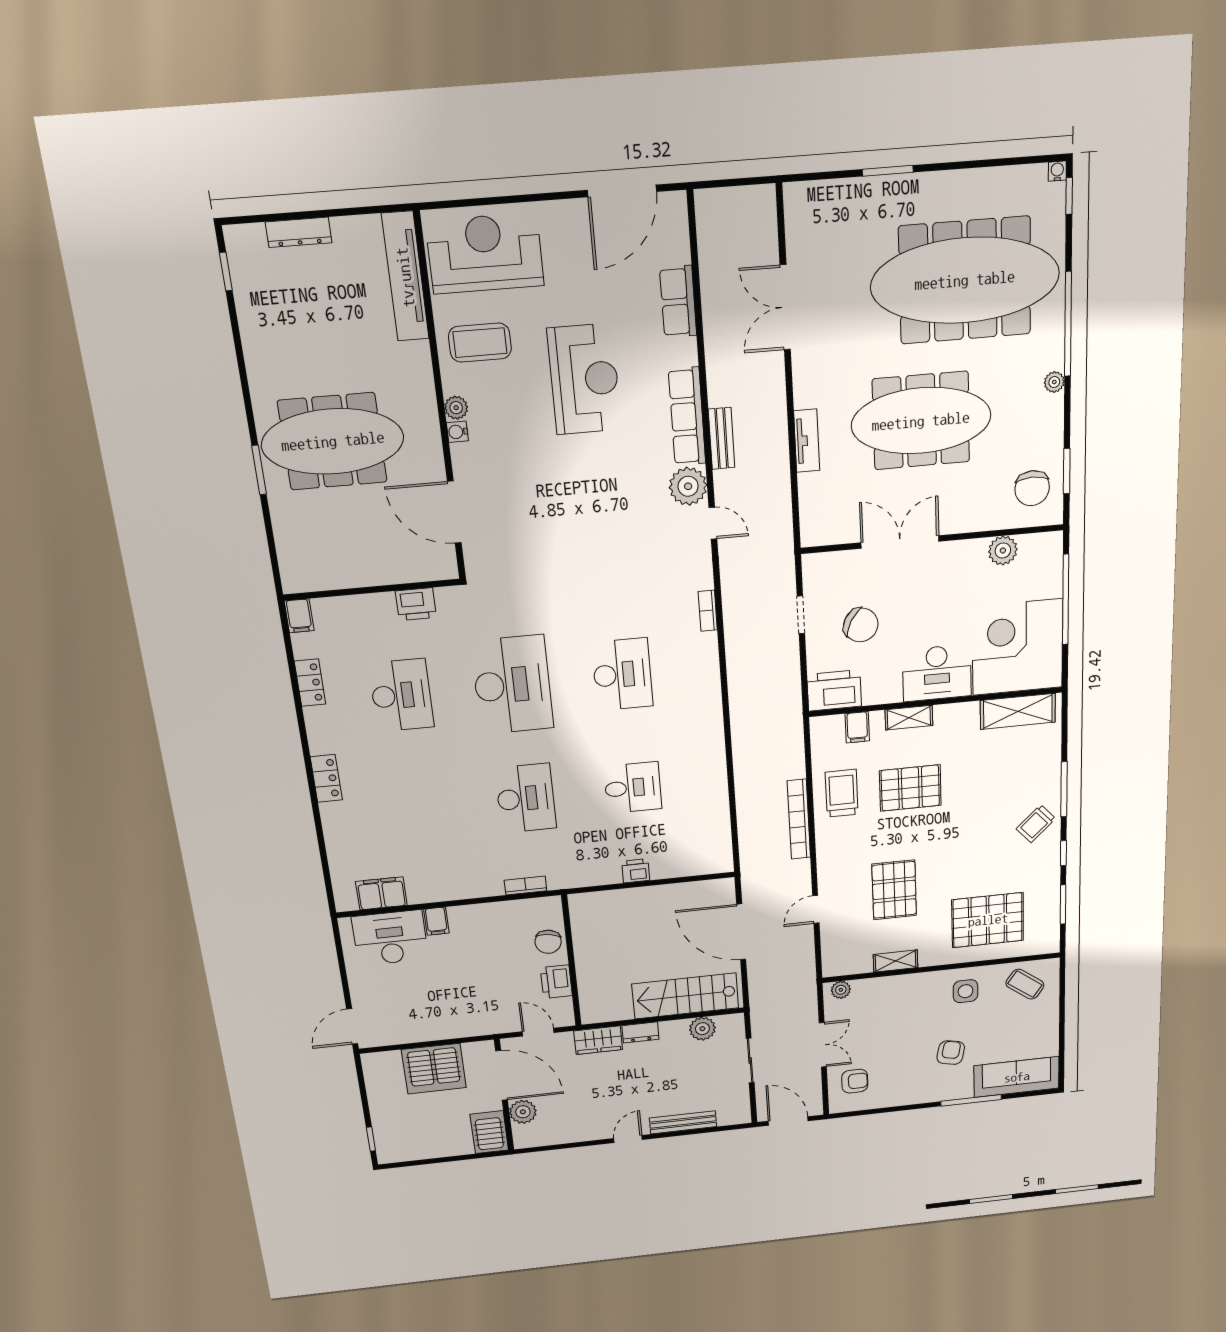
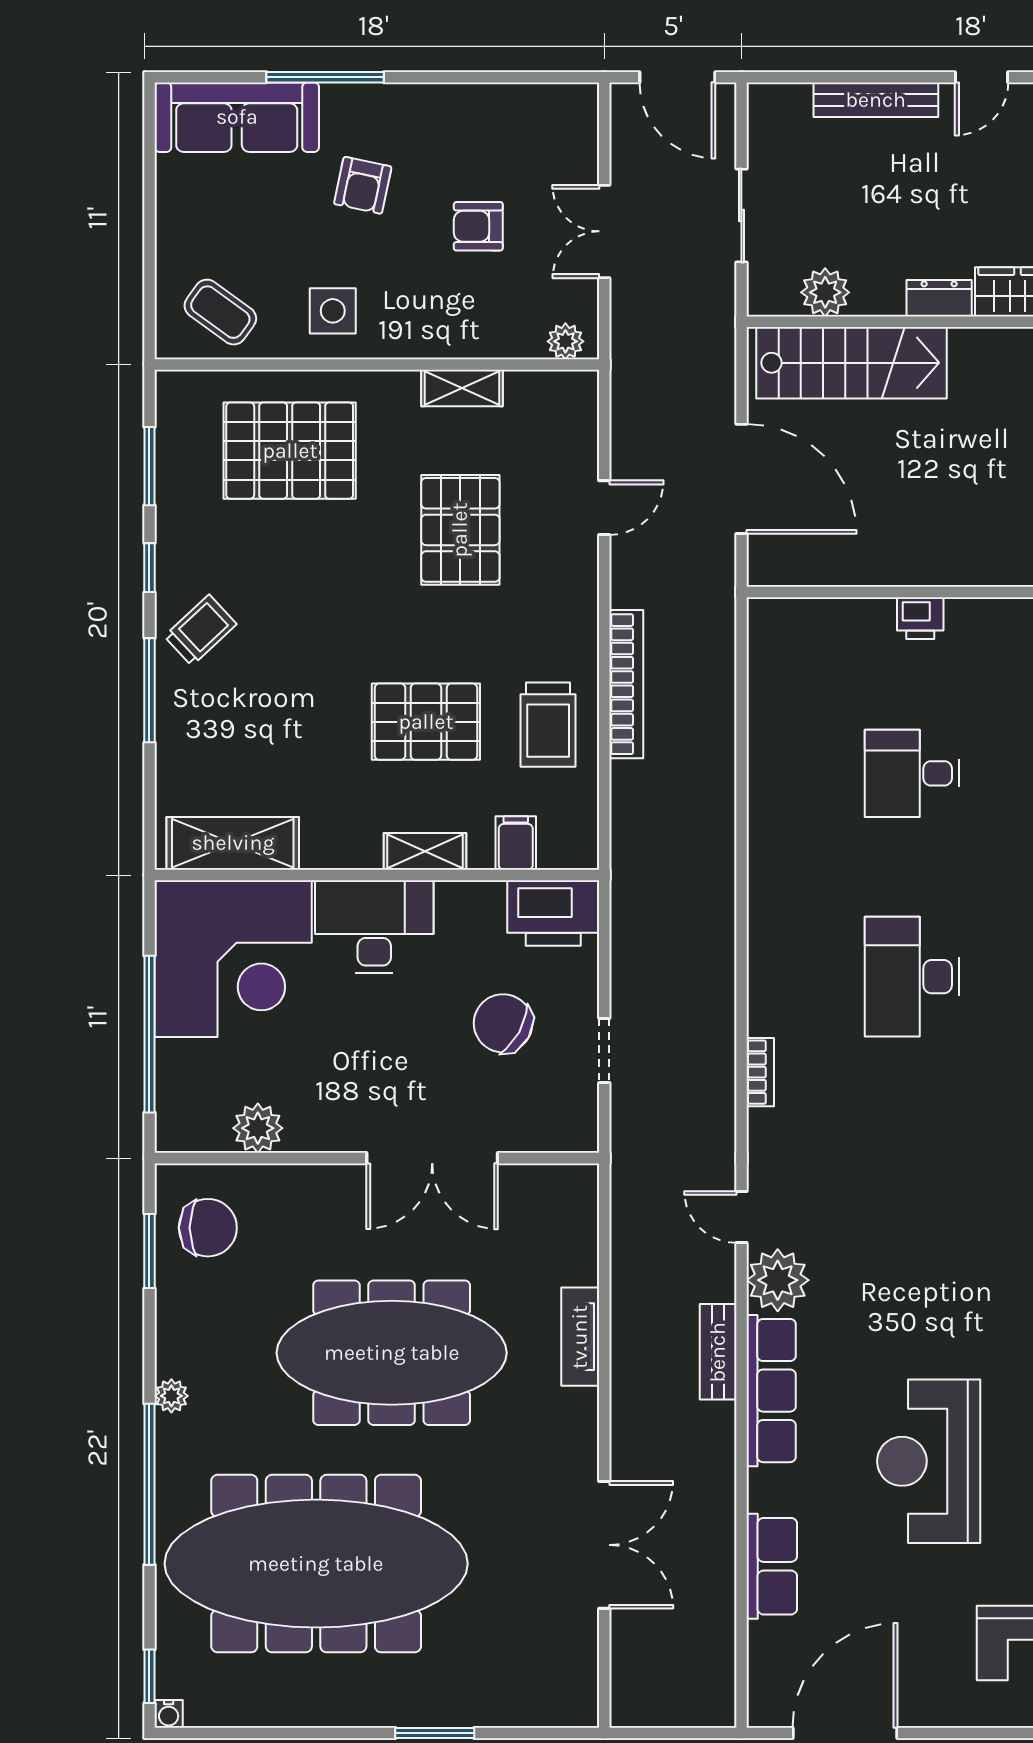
chair: (1032, 488) -> (208, 1228), turned 91
armchair: (855, 1081) -> (478, 226), moved

